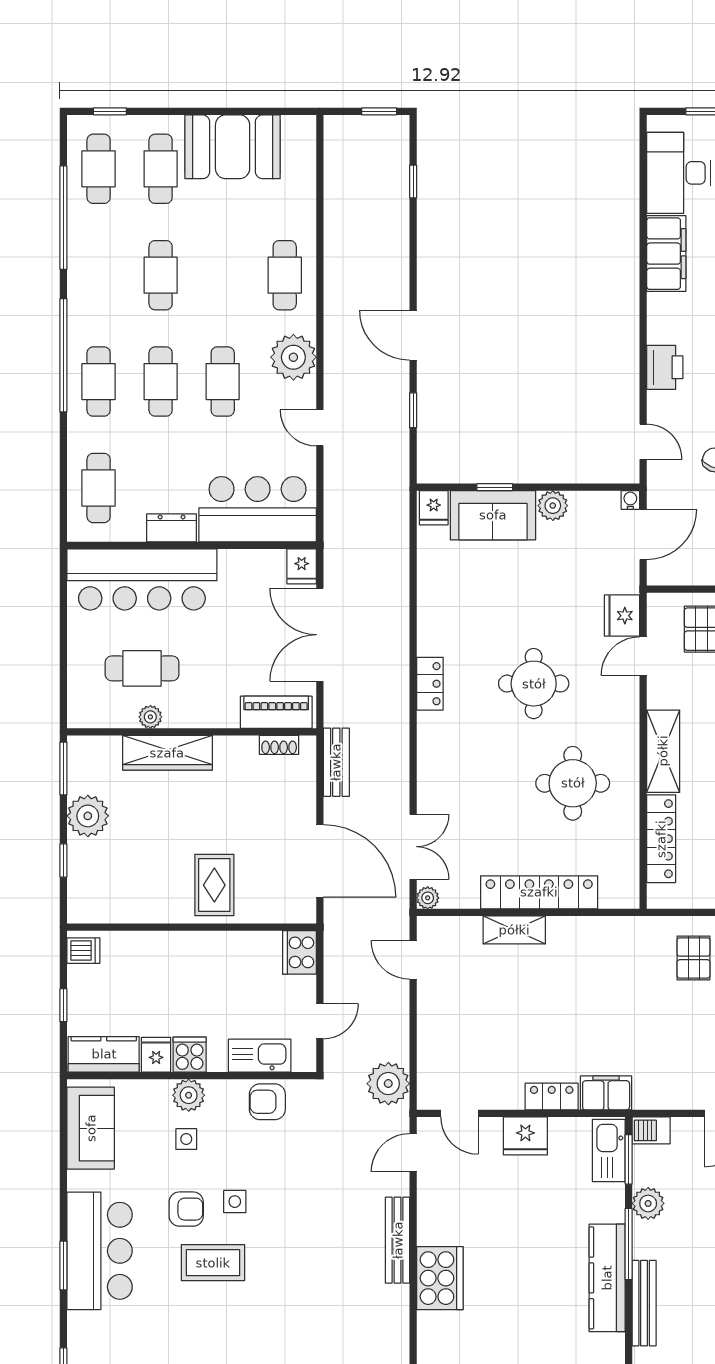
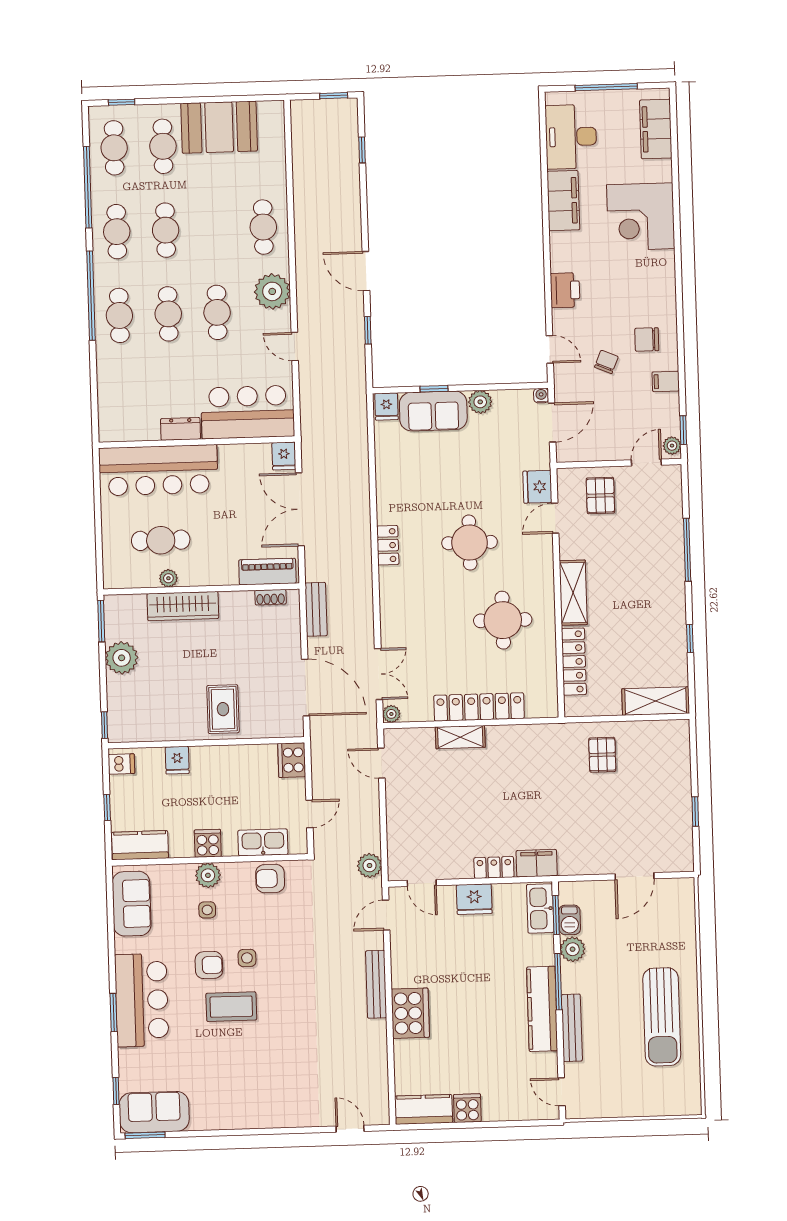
cafe table: (99, 488) -> (117, 232), moved
window: (63, 861) -> (105, 725), moved
fridge: (156, 1055) -> (177, 760), moved, turned 180
plant: (388, 1084) -> (370, 866), width x0.73, depth x0.73
barbecue: (651, 1130) -> (570, 920), moved, turned -90

